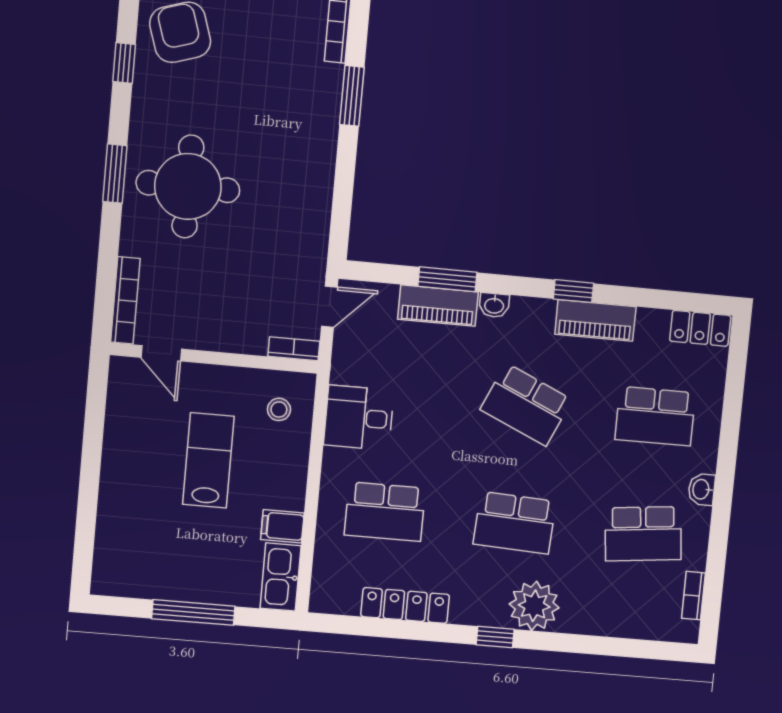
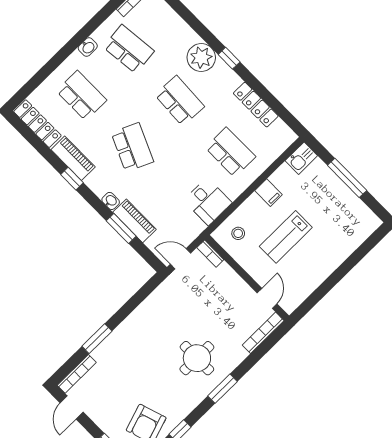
round table: (188, 187) -> (197, 358), width x0.73, depth x0.73
locker: (700, 328) -> (37, 124), width x1.53
filing cabinet: (282, 526) -> (269, 193), moved
kitchen sink: (281, 577) -> (301, 158), width x0.73

